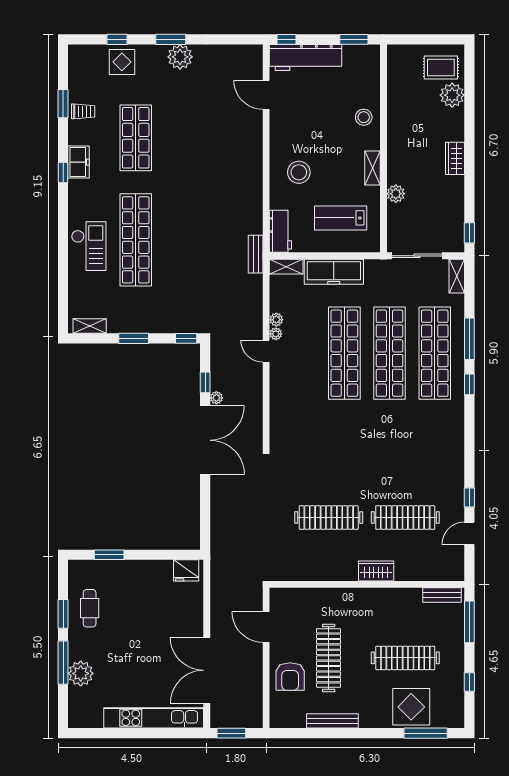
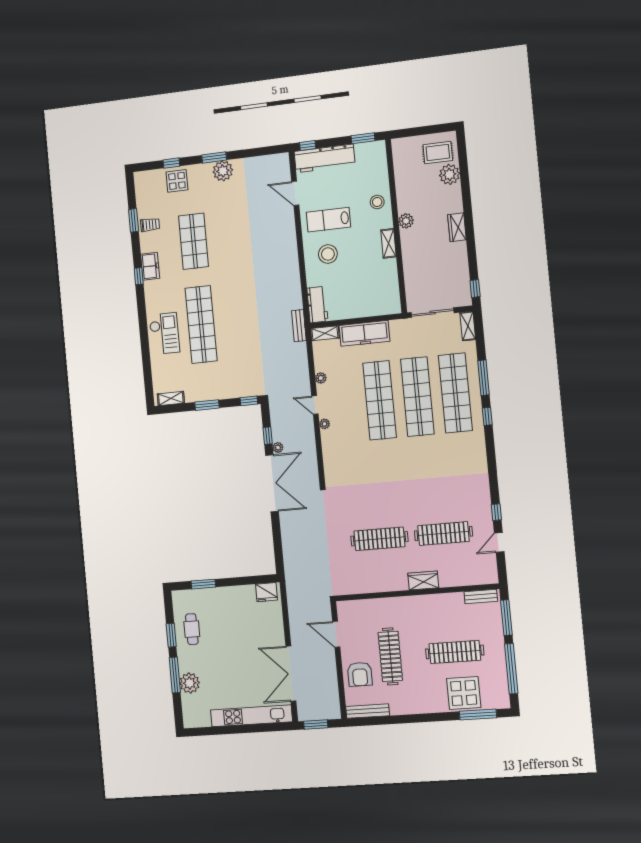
plant: (396, 194) -> (406, 221), moved
lab bench: (341, 218) -> (328, 220), moved
plant: (276, 334) -> (325, 424), moved
window: (469, 682) -> (511, 669), width x3.17
bench: (332, 721) -> (368, 711), moved

